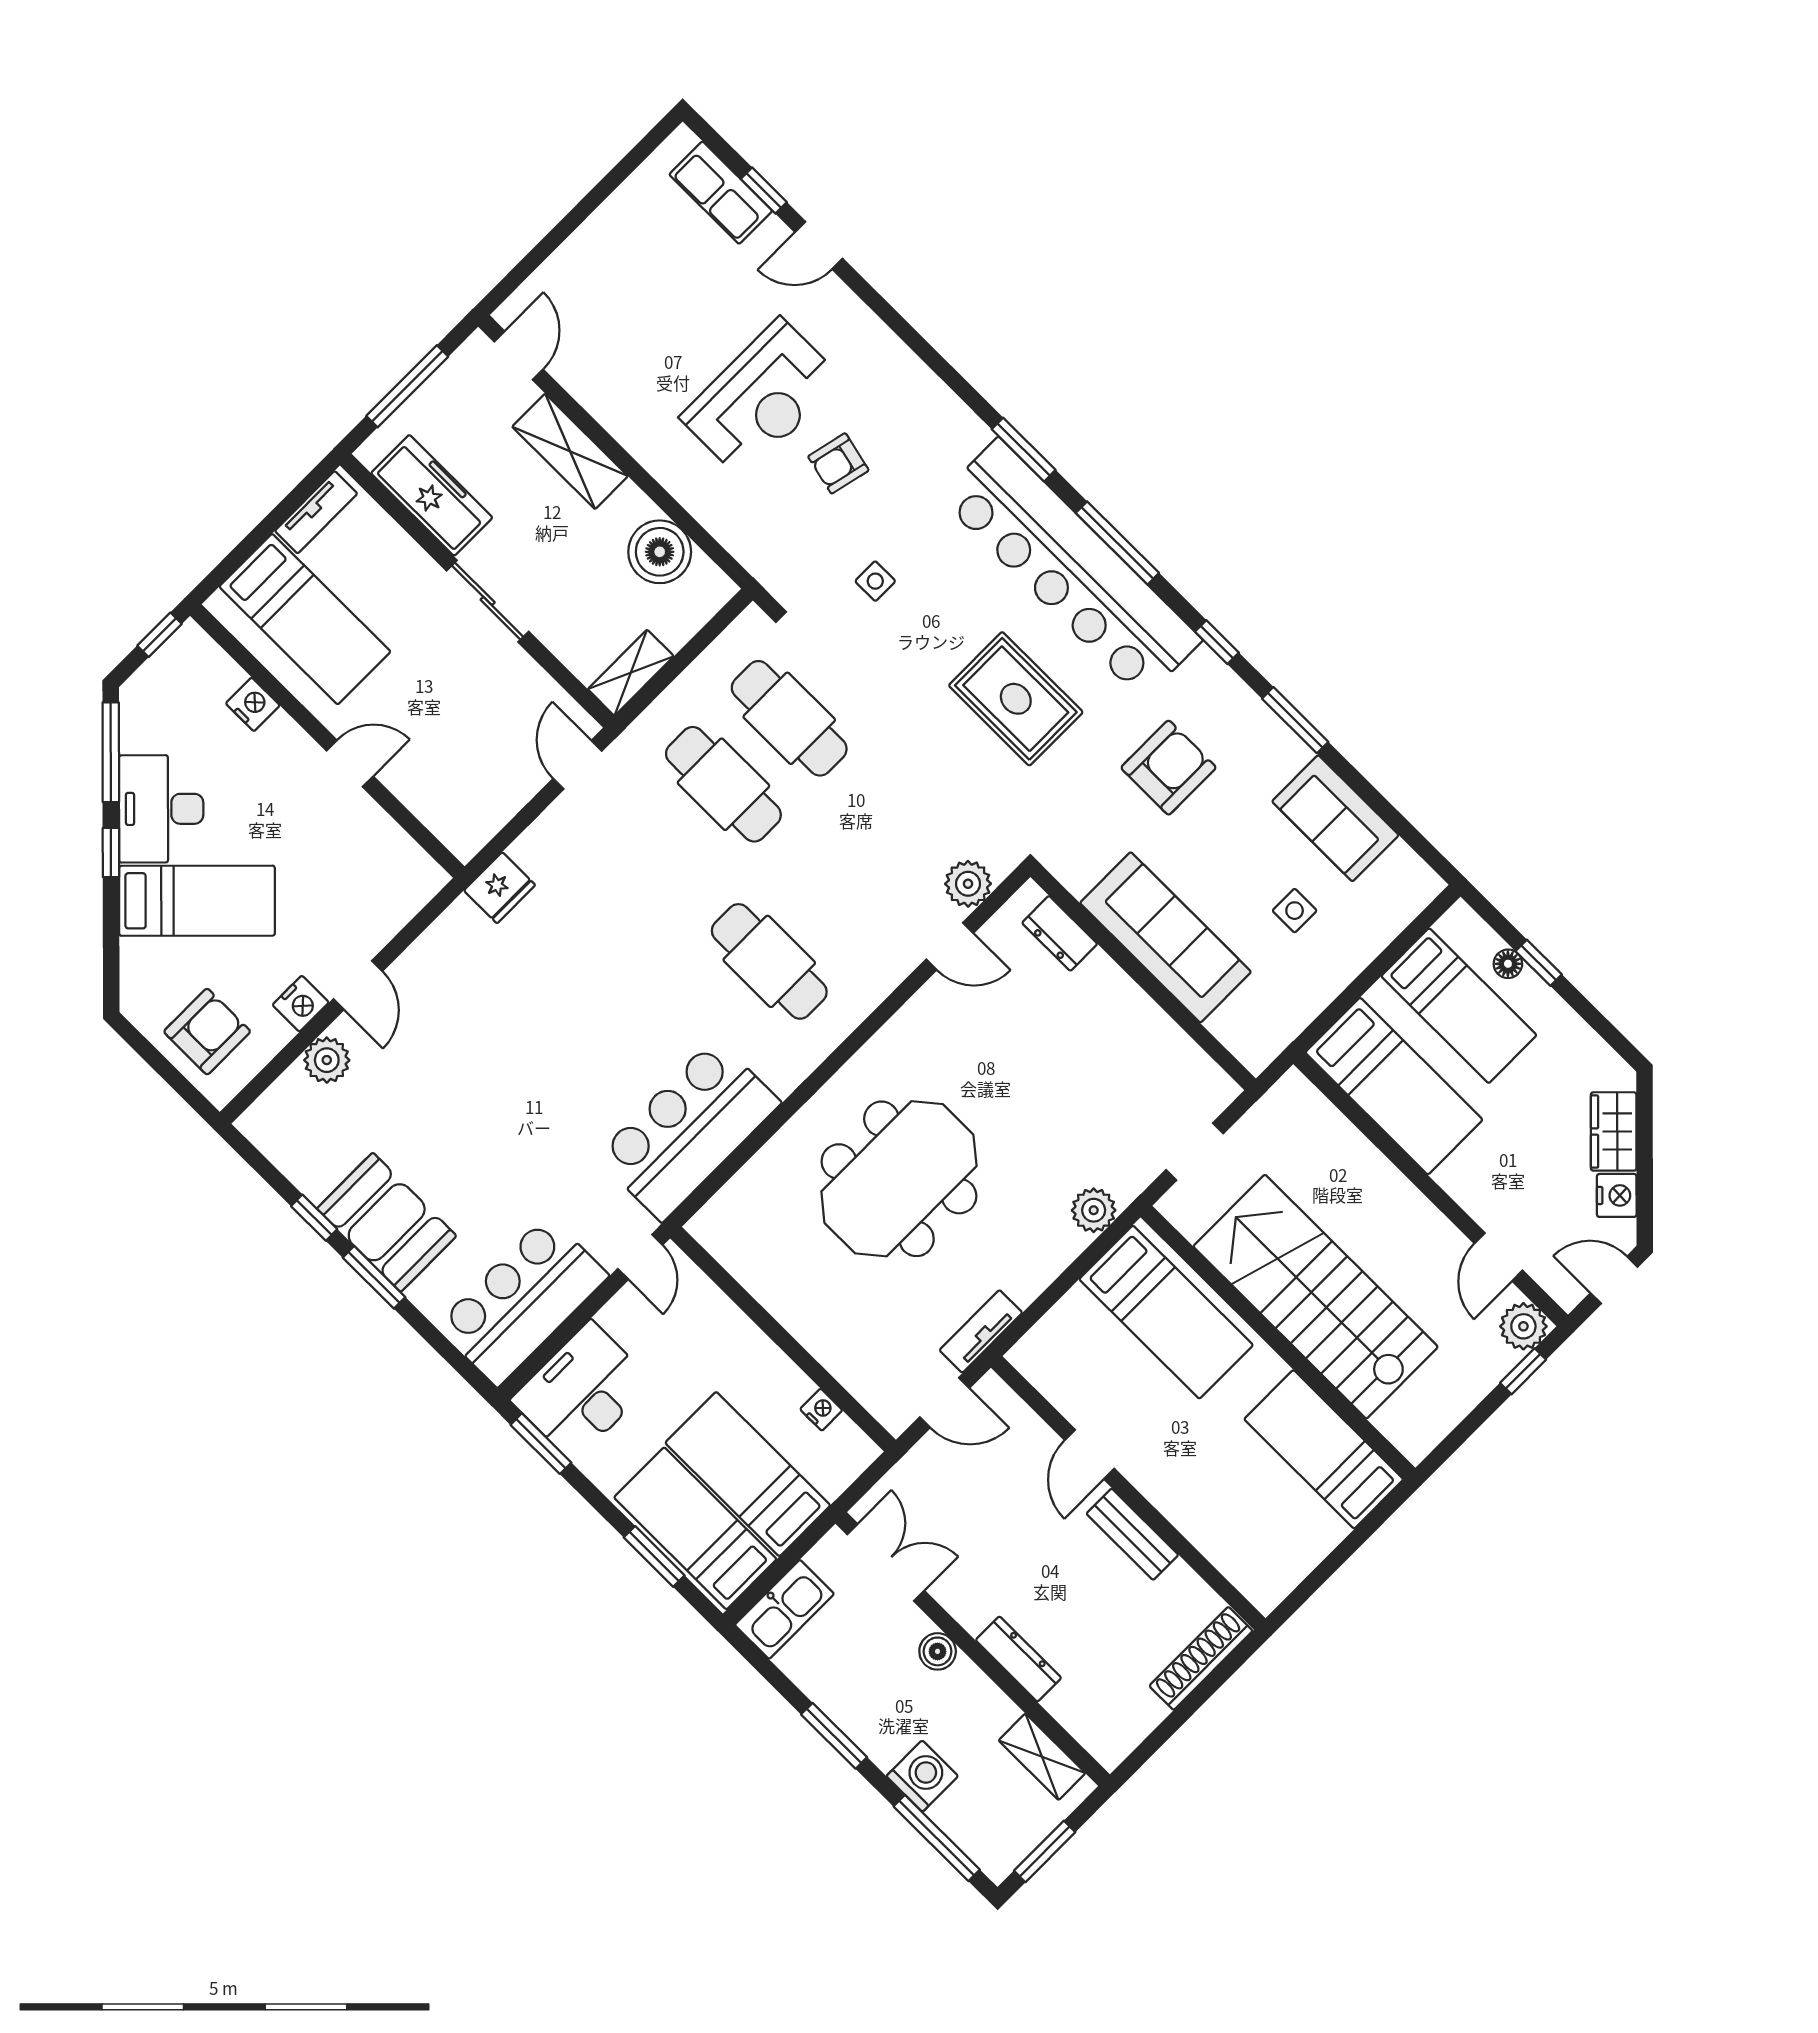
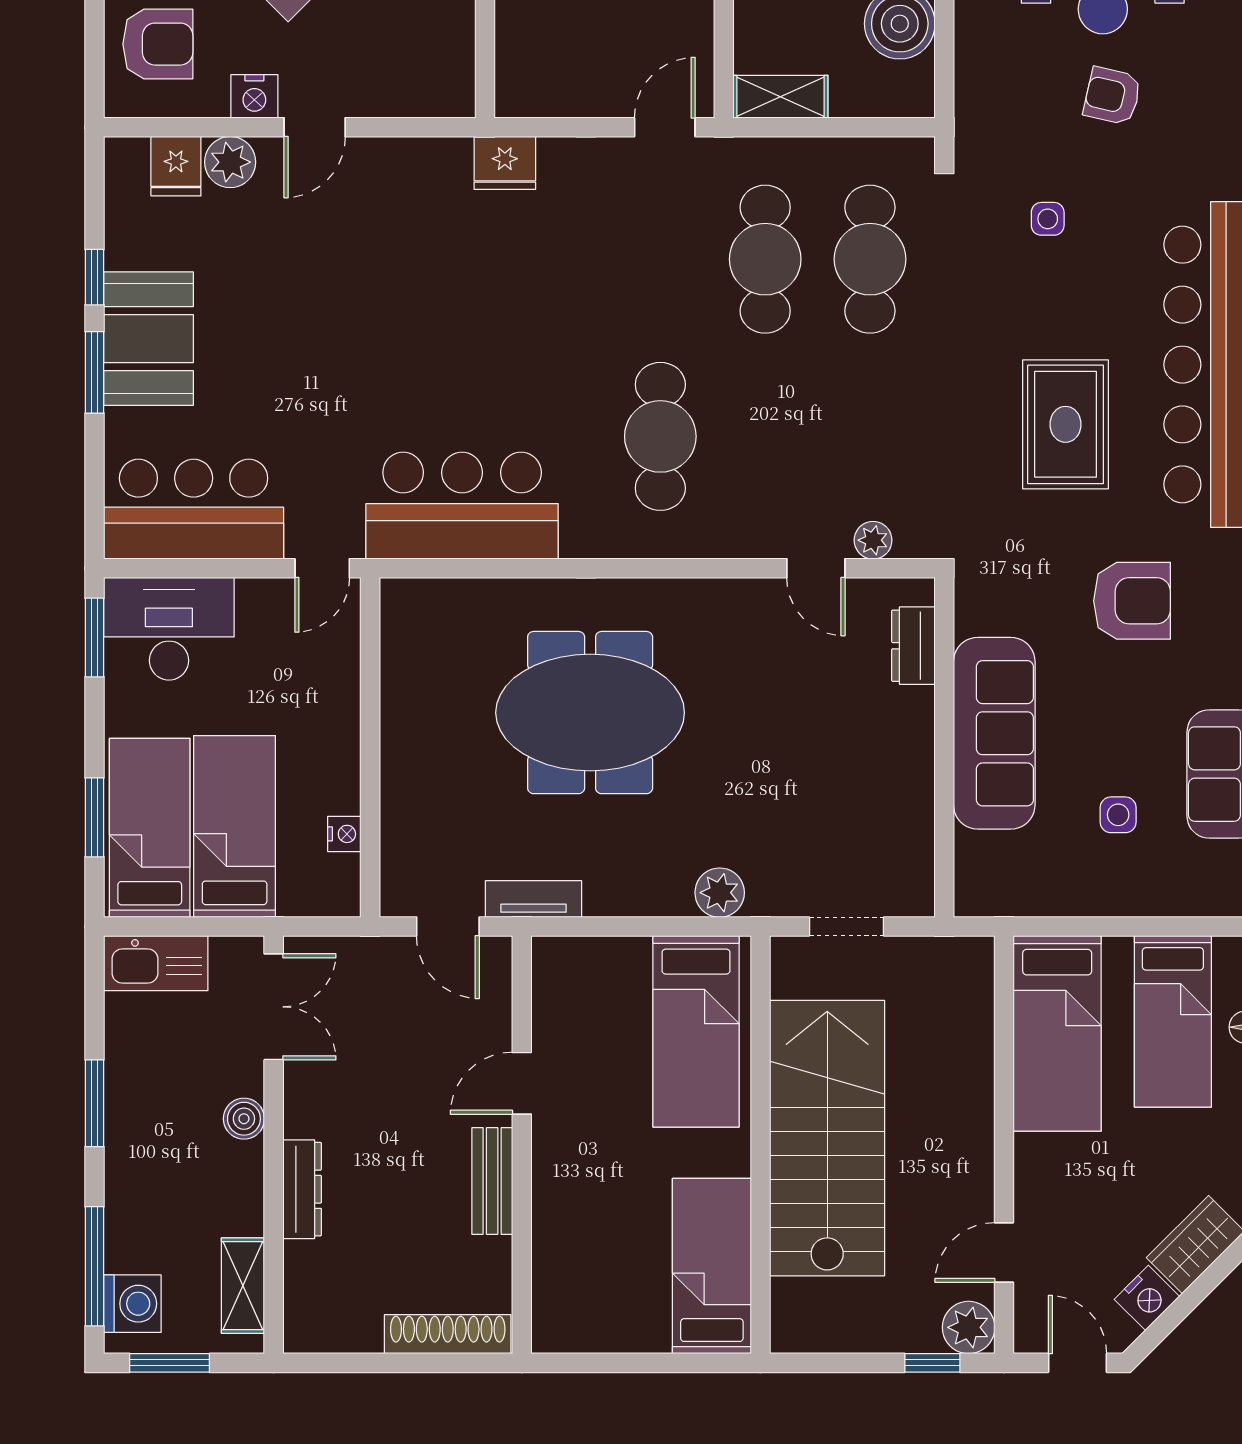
plant: (968, 884) -> (873, 540), width x0.73, depth x0.73
fridge: (295, 1097) -> (176, 166), added
washing machine: (922, 1776) -> (132, 1304), moved

